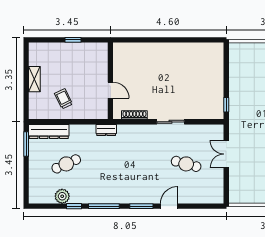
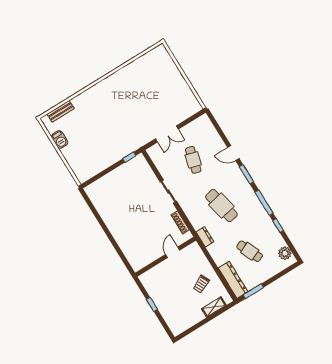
shelving: (34, 79) -> (214, 307), moved
cafe table: (126, 164) -> (221, 206), added
plant: (62, 196) -> (285, 253), moved

